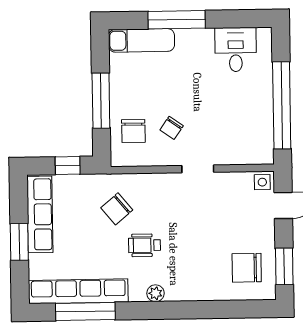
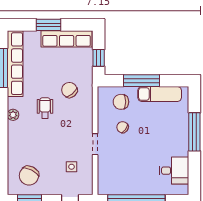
exam couch: (141, 40) -> (160, 94), moved, turned -90
side table: (262, 182) -> (72, 167), moved
chair: (247, 268) -> (29, 176), turned -153

